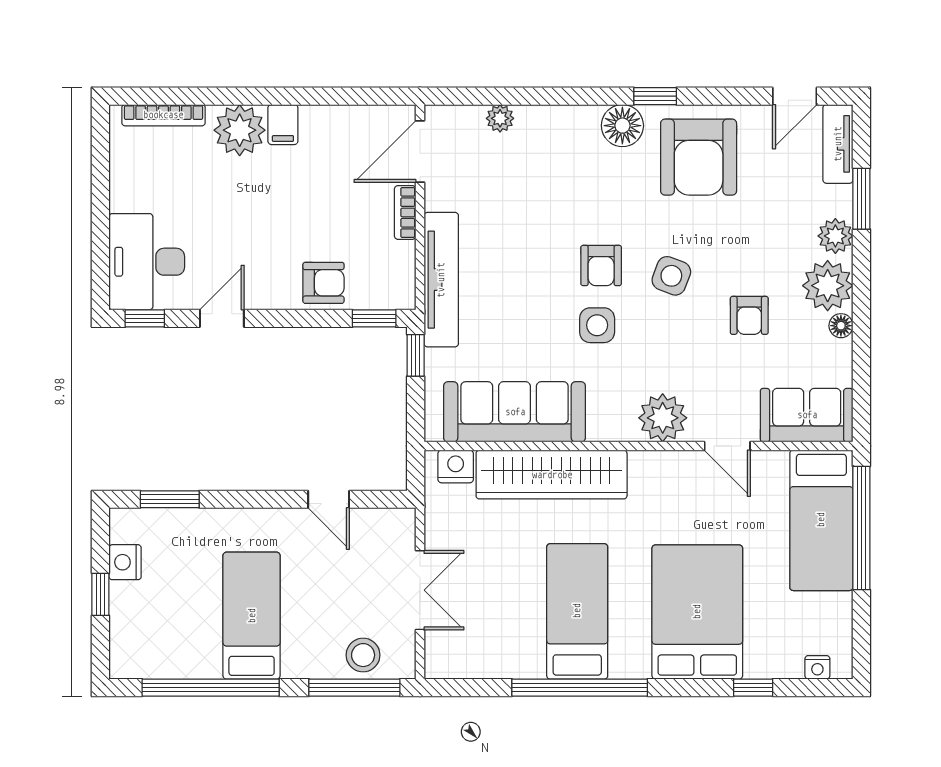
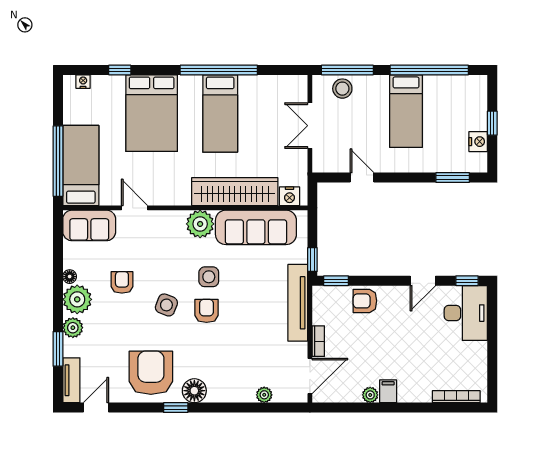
plant: (240, 130) -> (370, 395), moved, width x0.53, depth x0.53
plant: (663, 418) -> (200, 224), moved

